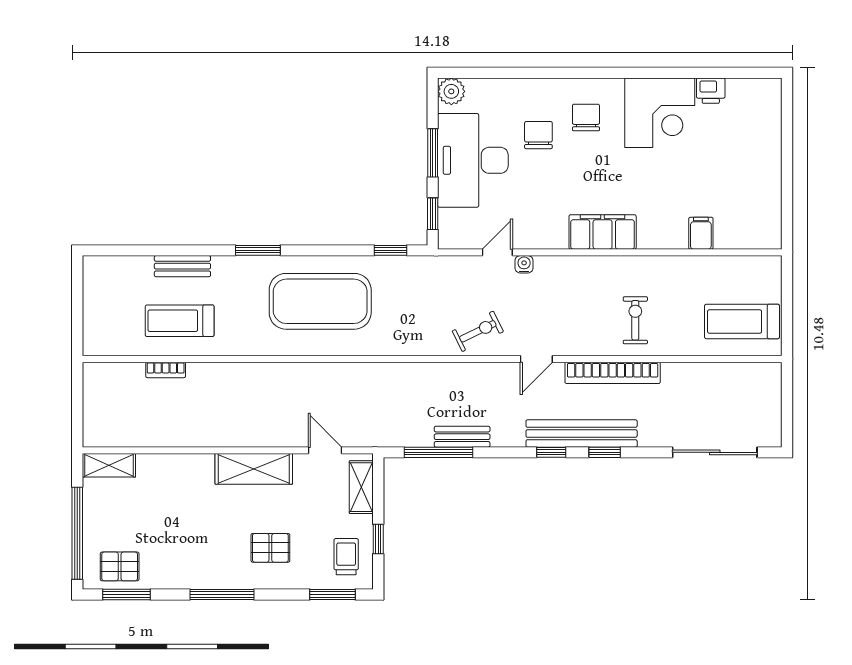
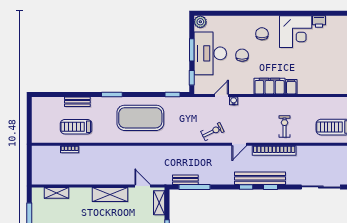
chair: (538, 135) -> (242, 55), moved
filing cabinet: (701, 233) -> (291, 87), moved
bench: (462, 437) -> (185, 180), moved
shelving: (109, 465) -> (56, 193), moved

